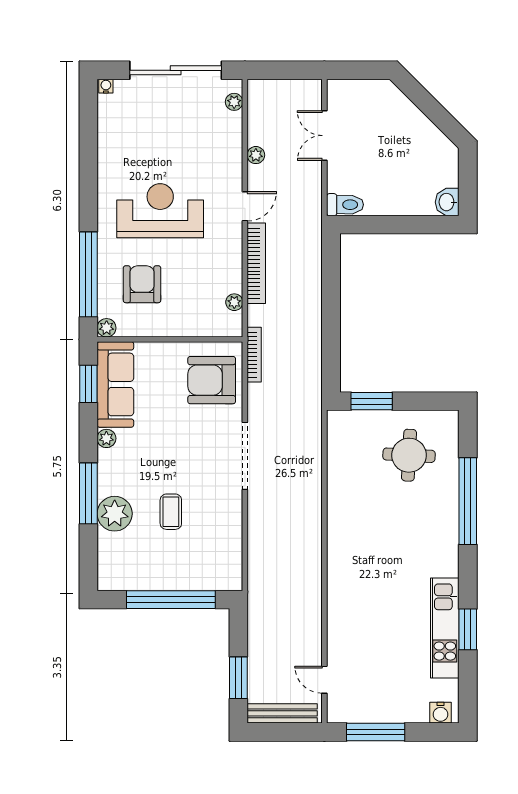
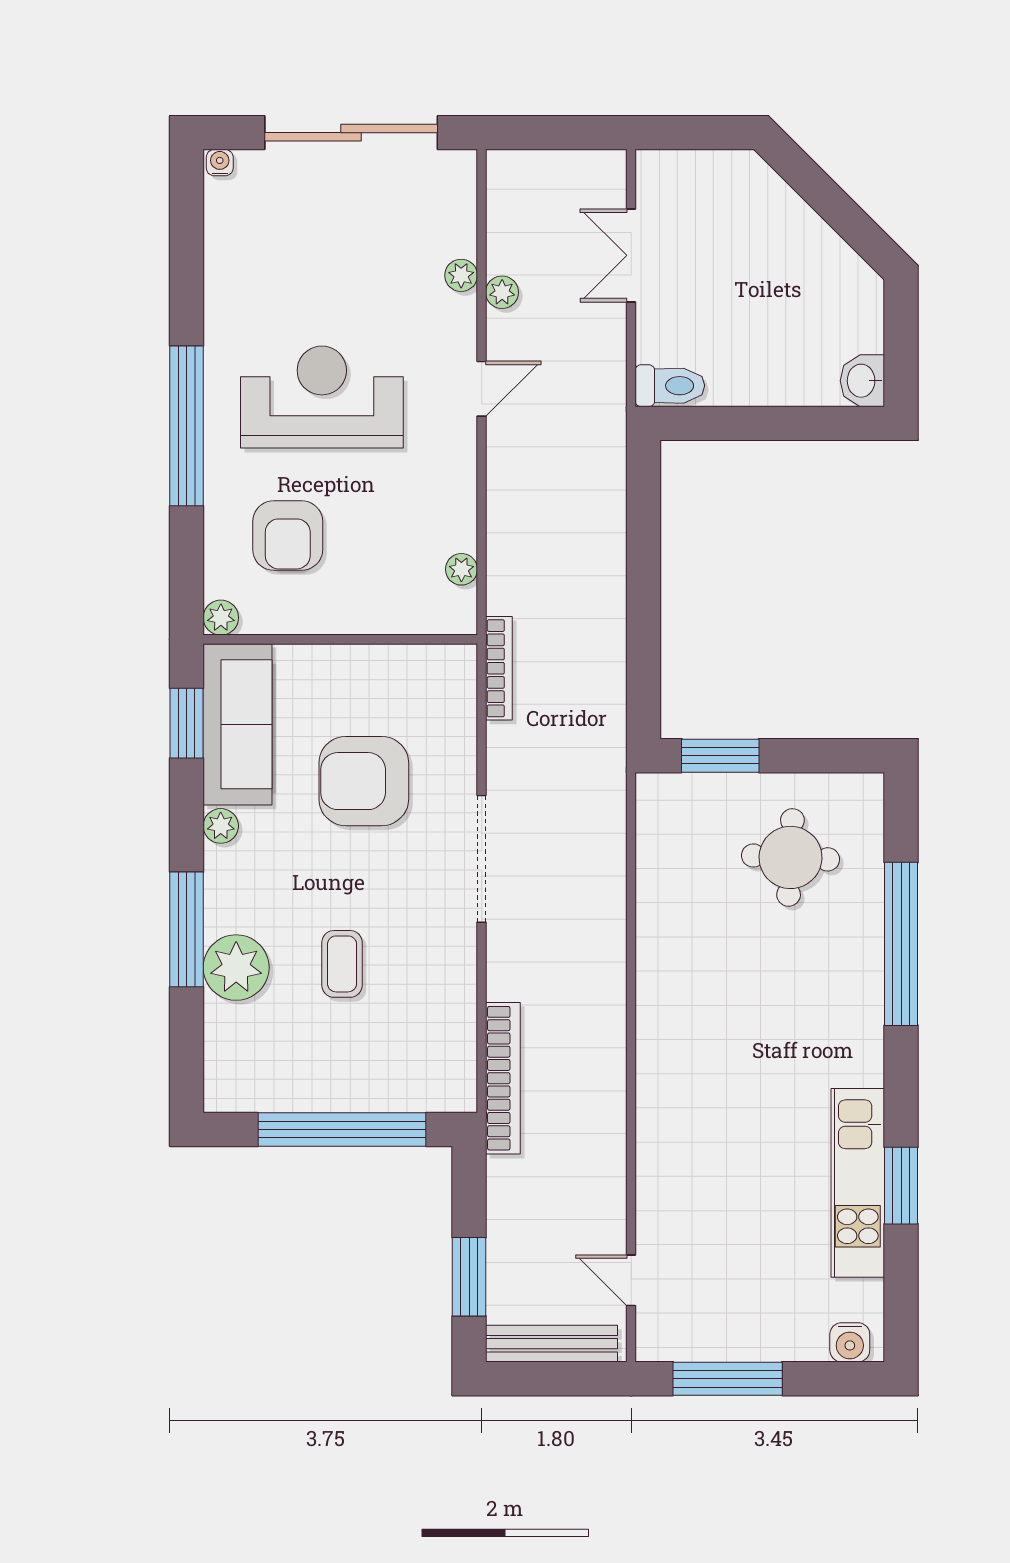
plant: (234, 102) -> (461, 275), moved
bookcase: (256, 263) -> (503, 1078), moved
window: (88, 274) -> (187, 426), moved
armchair: (142, 284) -> (288, 536), turned 180
armchair: (212, 380) -> (364, 781), moved

